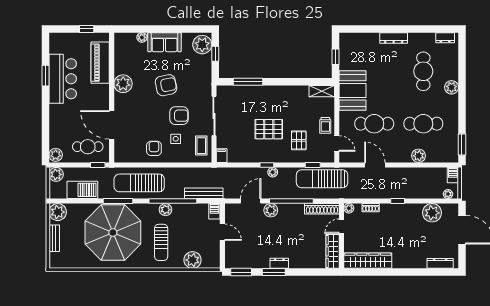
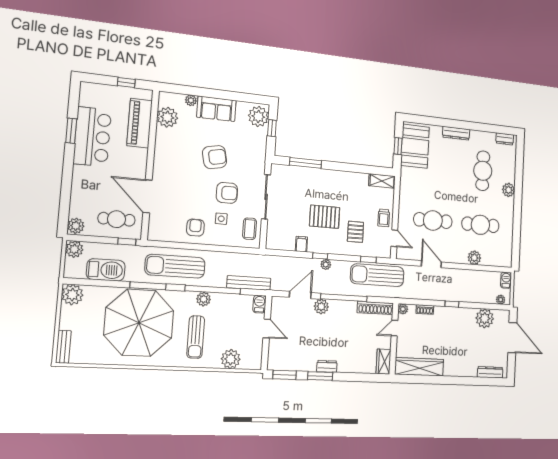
plant: (123, 84) -> (167, 117), moved
booth: (352, 90) -> (415, 146), moved
window: (462, 144) -> (516, 249), removed
filing cabinet: (222, 156) -> (301, 244), moved
bench: (54, 238) -> (63, 347), moved
wardrobe: (333, 251) -> (383, 362), width x0.67

